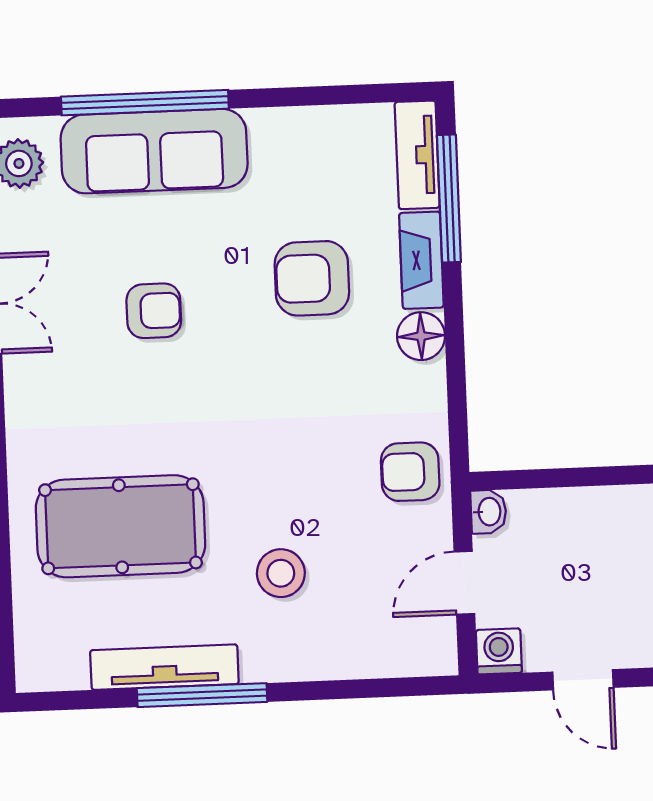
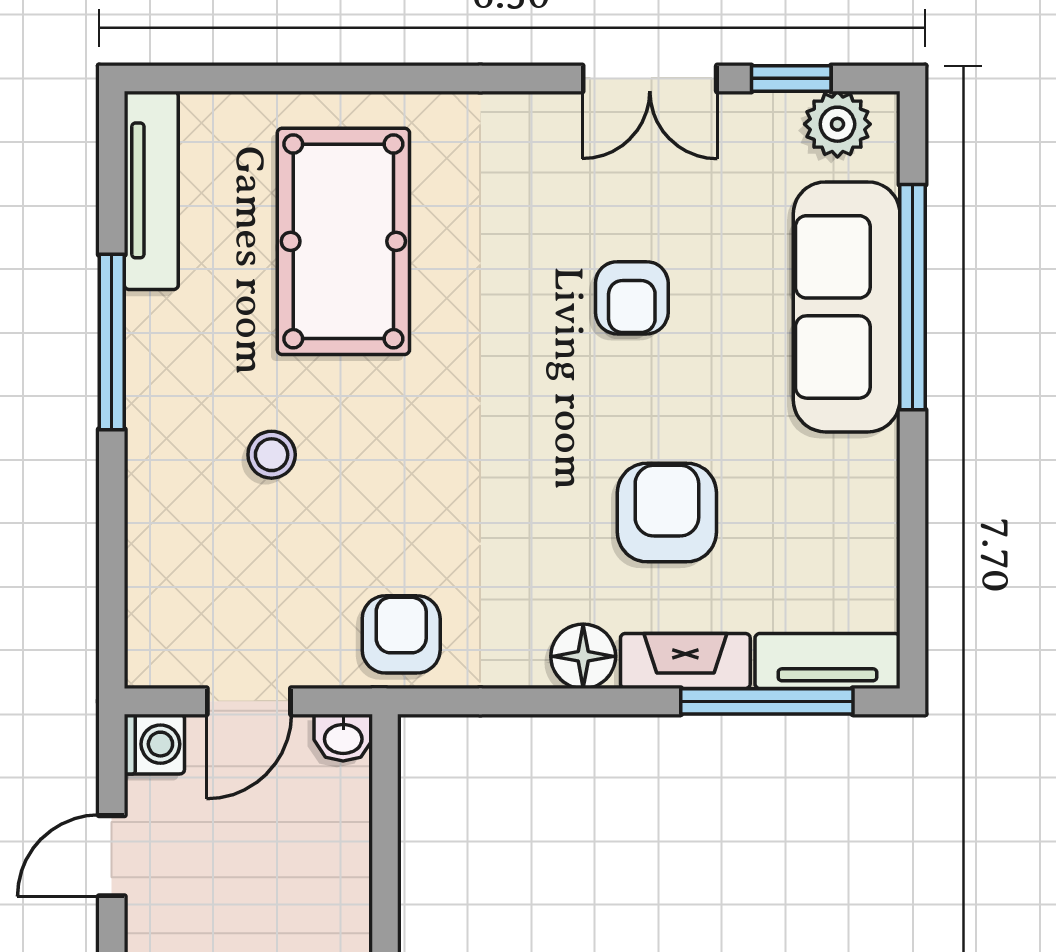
stool: (281, 573) -> (272, 455), width x0.73, depth x0.73
door: (464, 583) -> (249, 701), swing flipped
tv unit: (164, 667) -> (151, 190), moved

